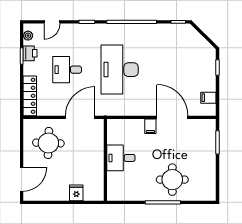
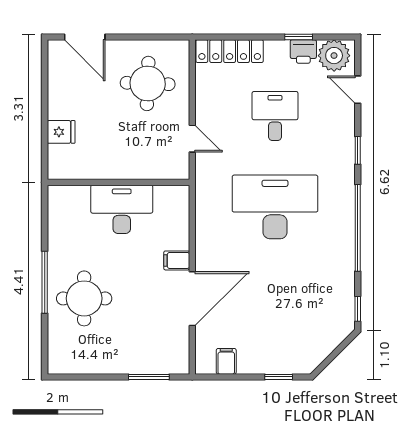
plant: (28, 36) -> (334, 56), width x1.88, depth x1.88
door: (80, 117) -> (192, 139), width x0.53
desk: (121, 158) -> (122, 209), width x1.37

